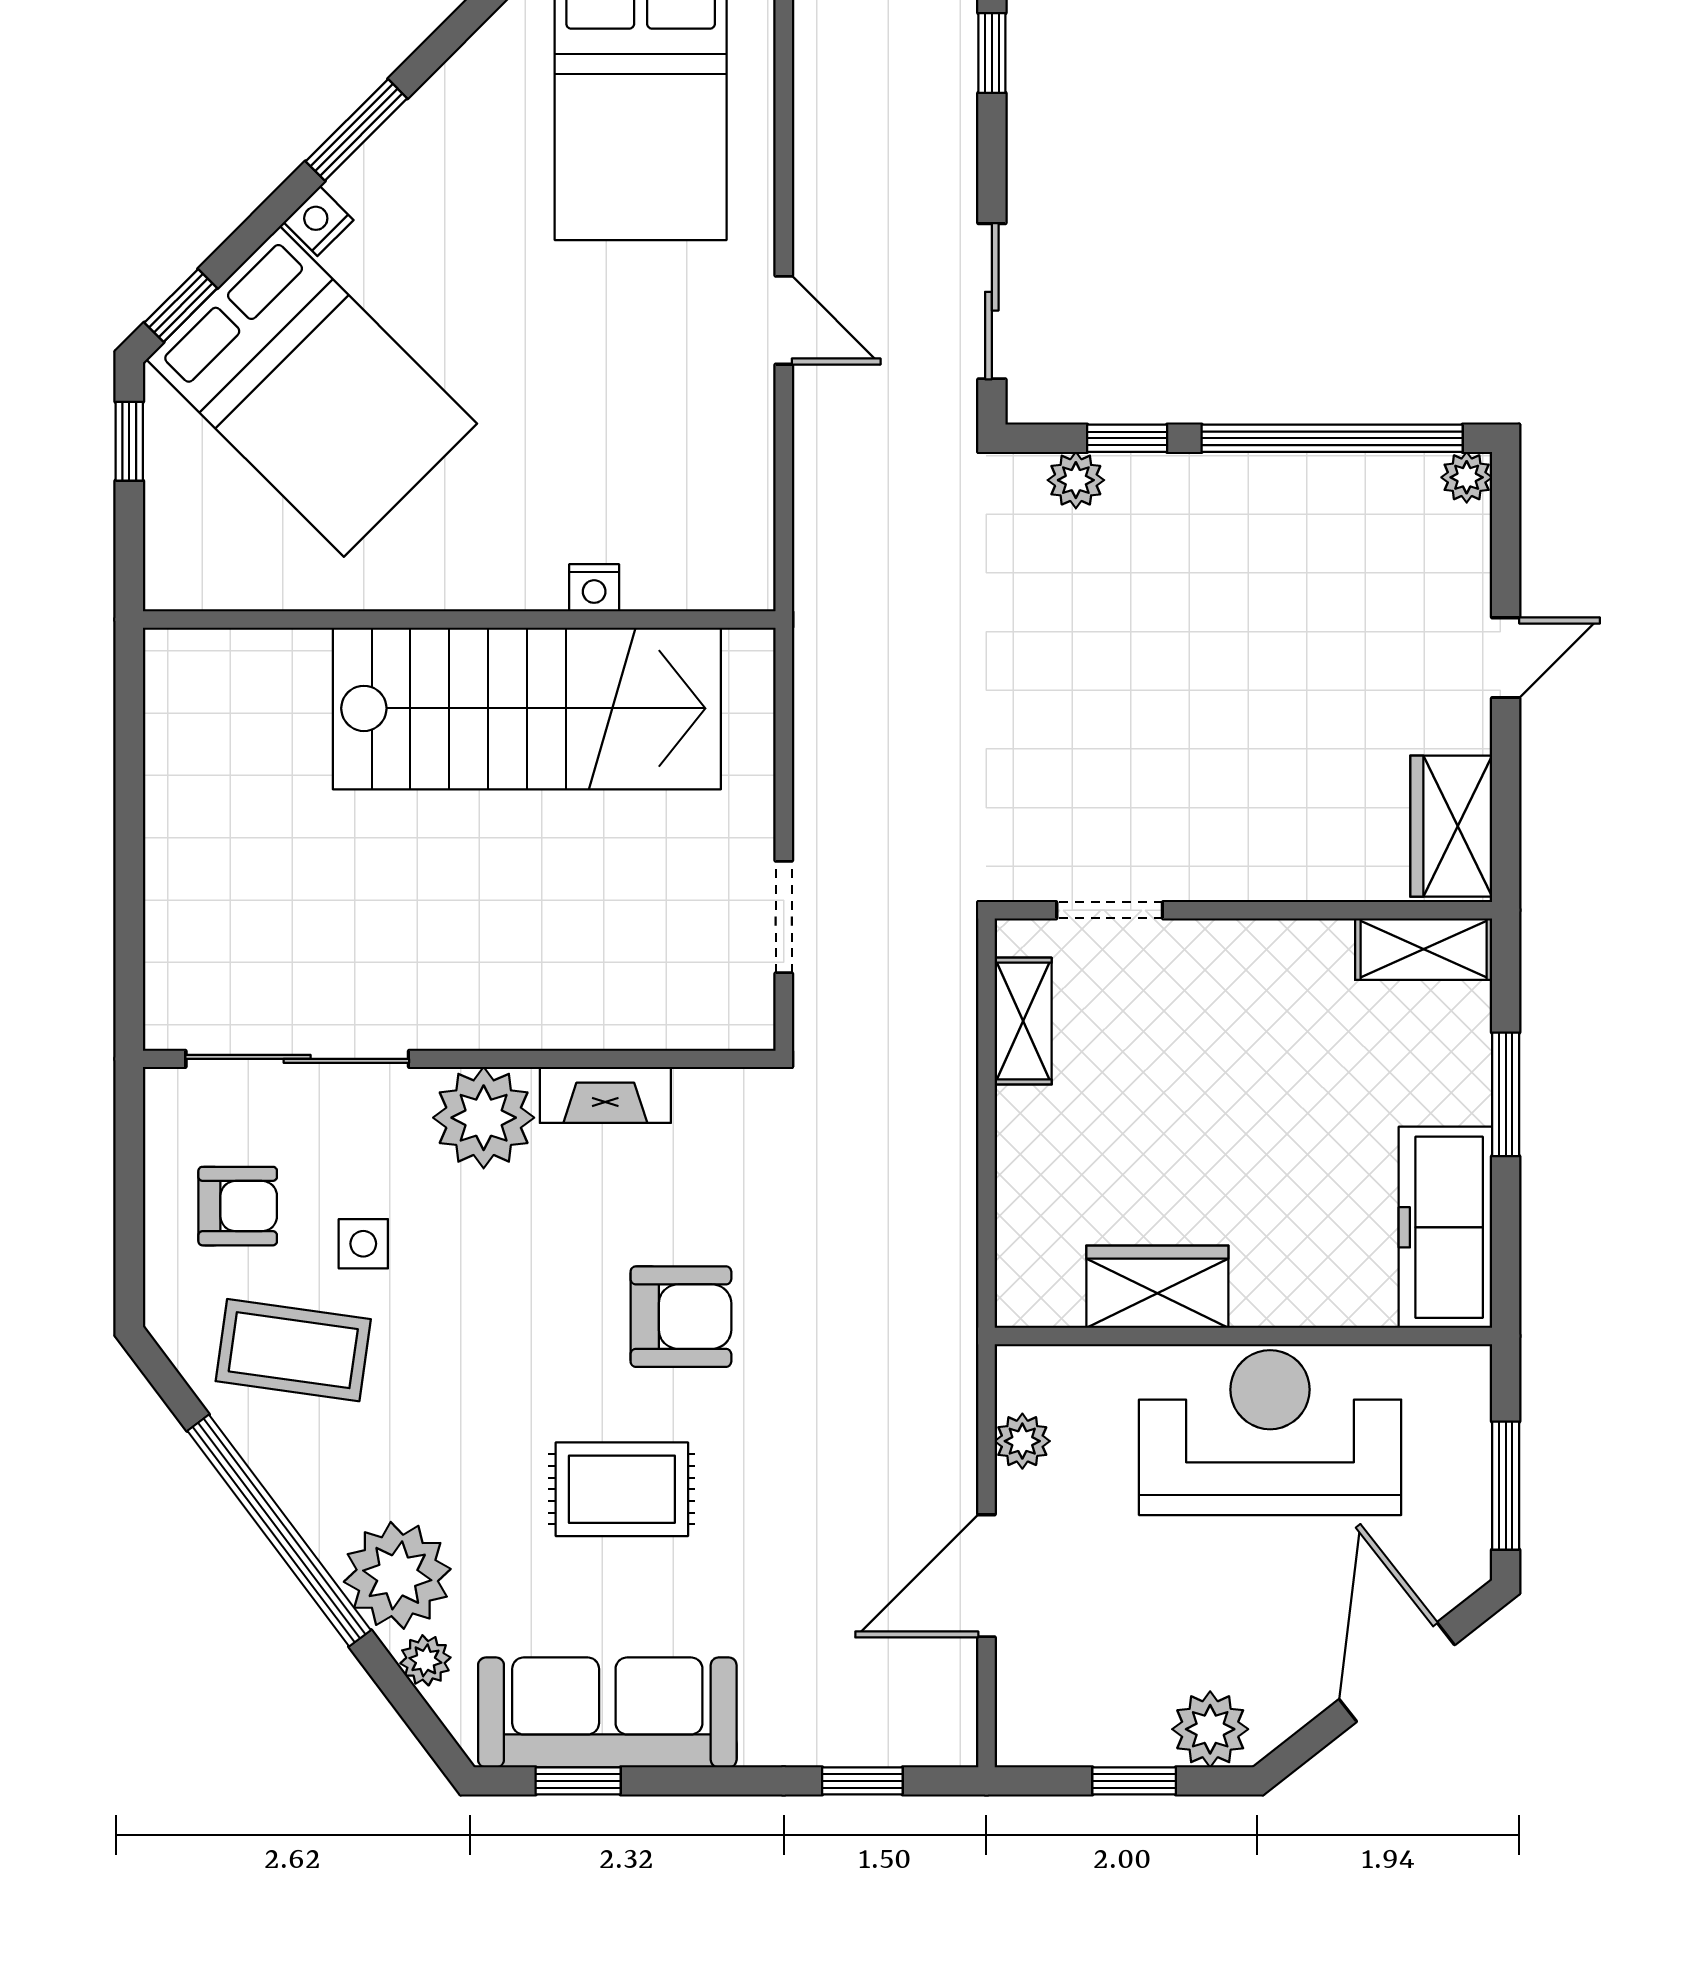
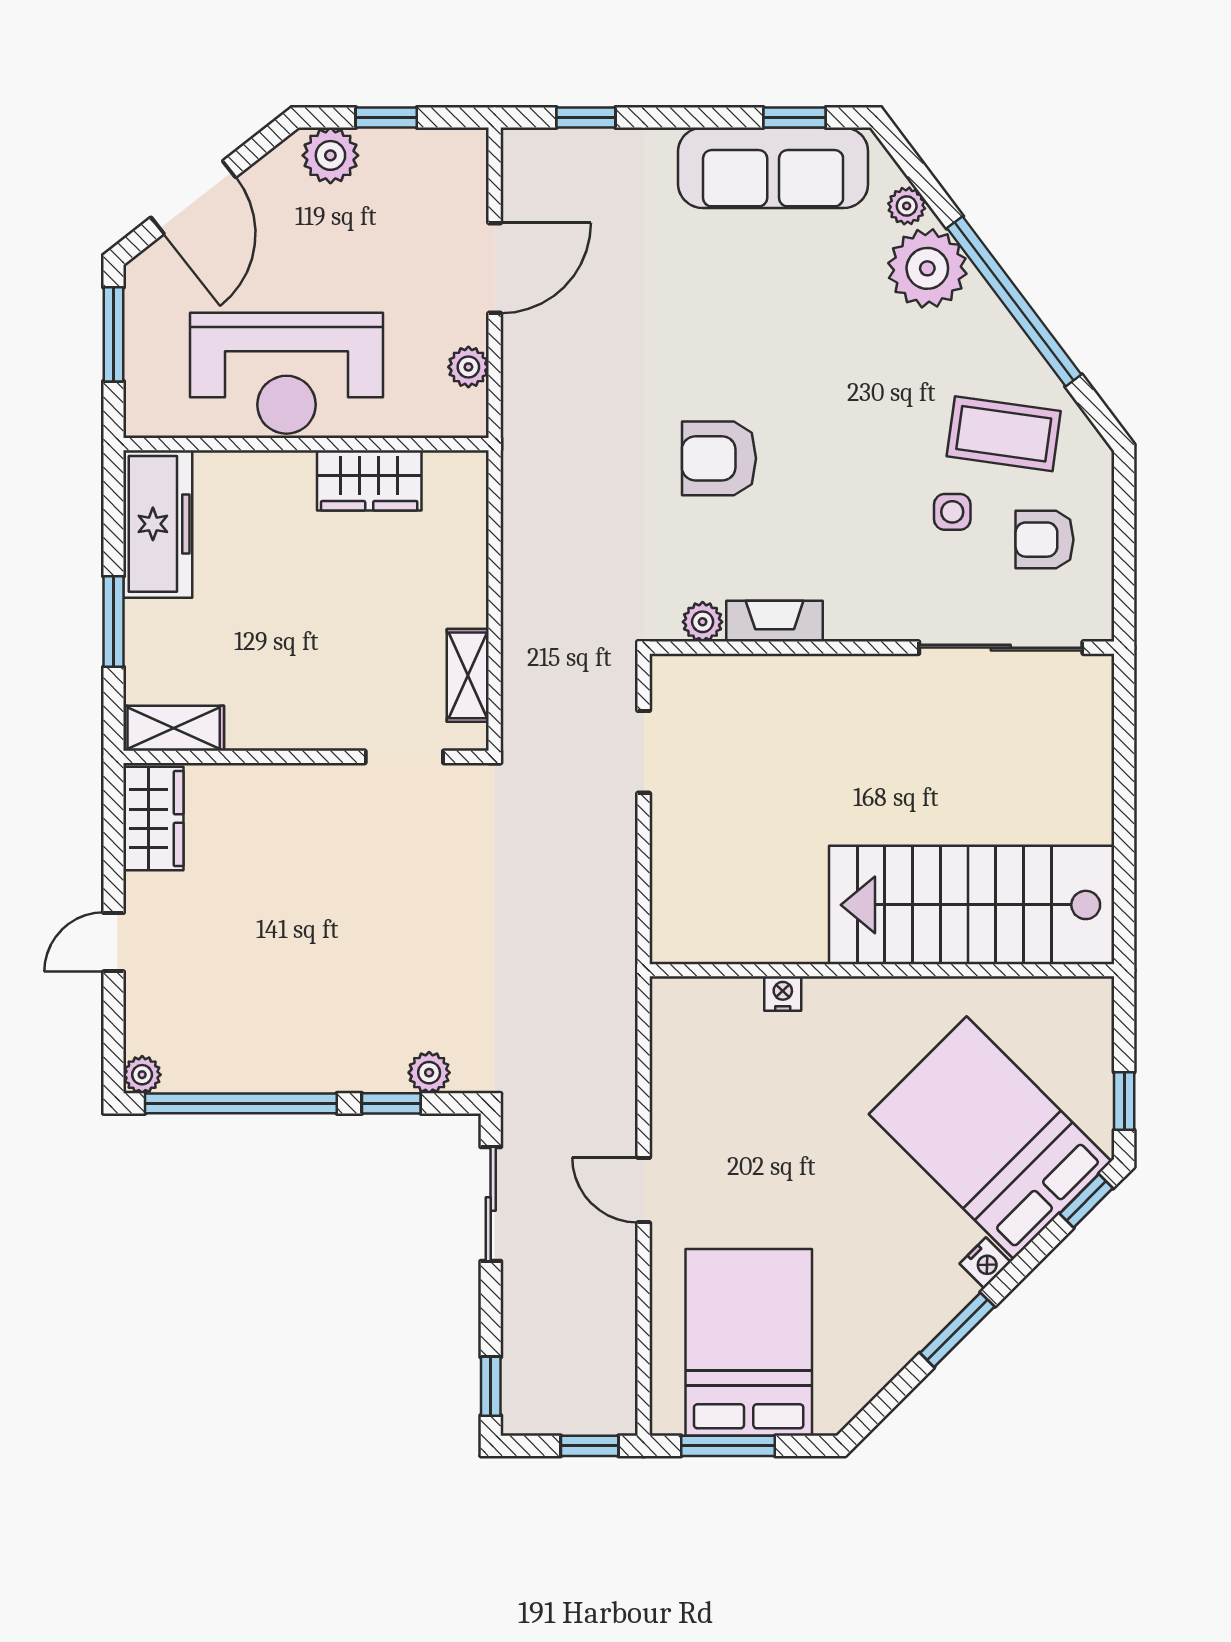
stairs: (527, 708) -> (972, 905), moved
plant: (484, 1118) -> (703, 622), moved, width x0.53, depth x0.53
rug: (622, 1489) -> (762, 332), removed

